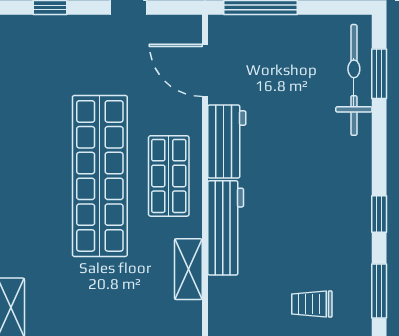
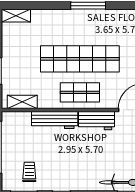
shelving: (188, 269) -> (22, 102), moved
trolley: (312, 304) -> (29, 172), moved

